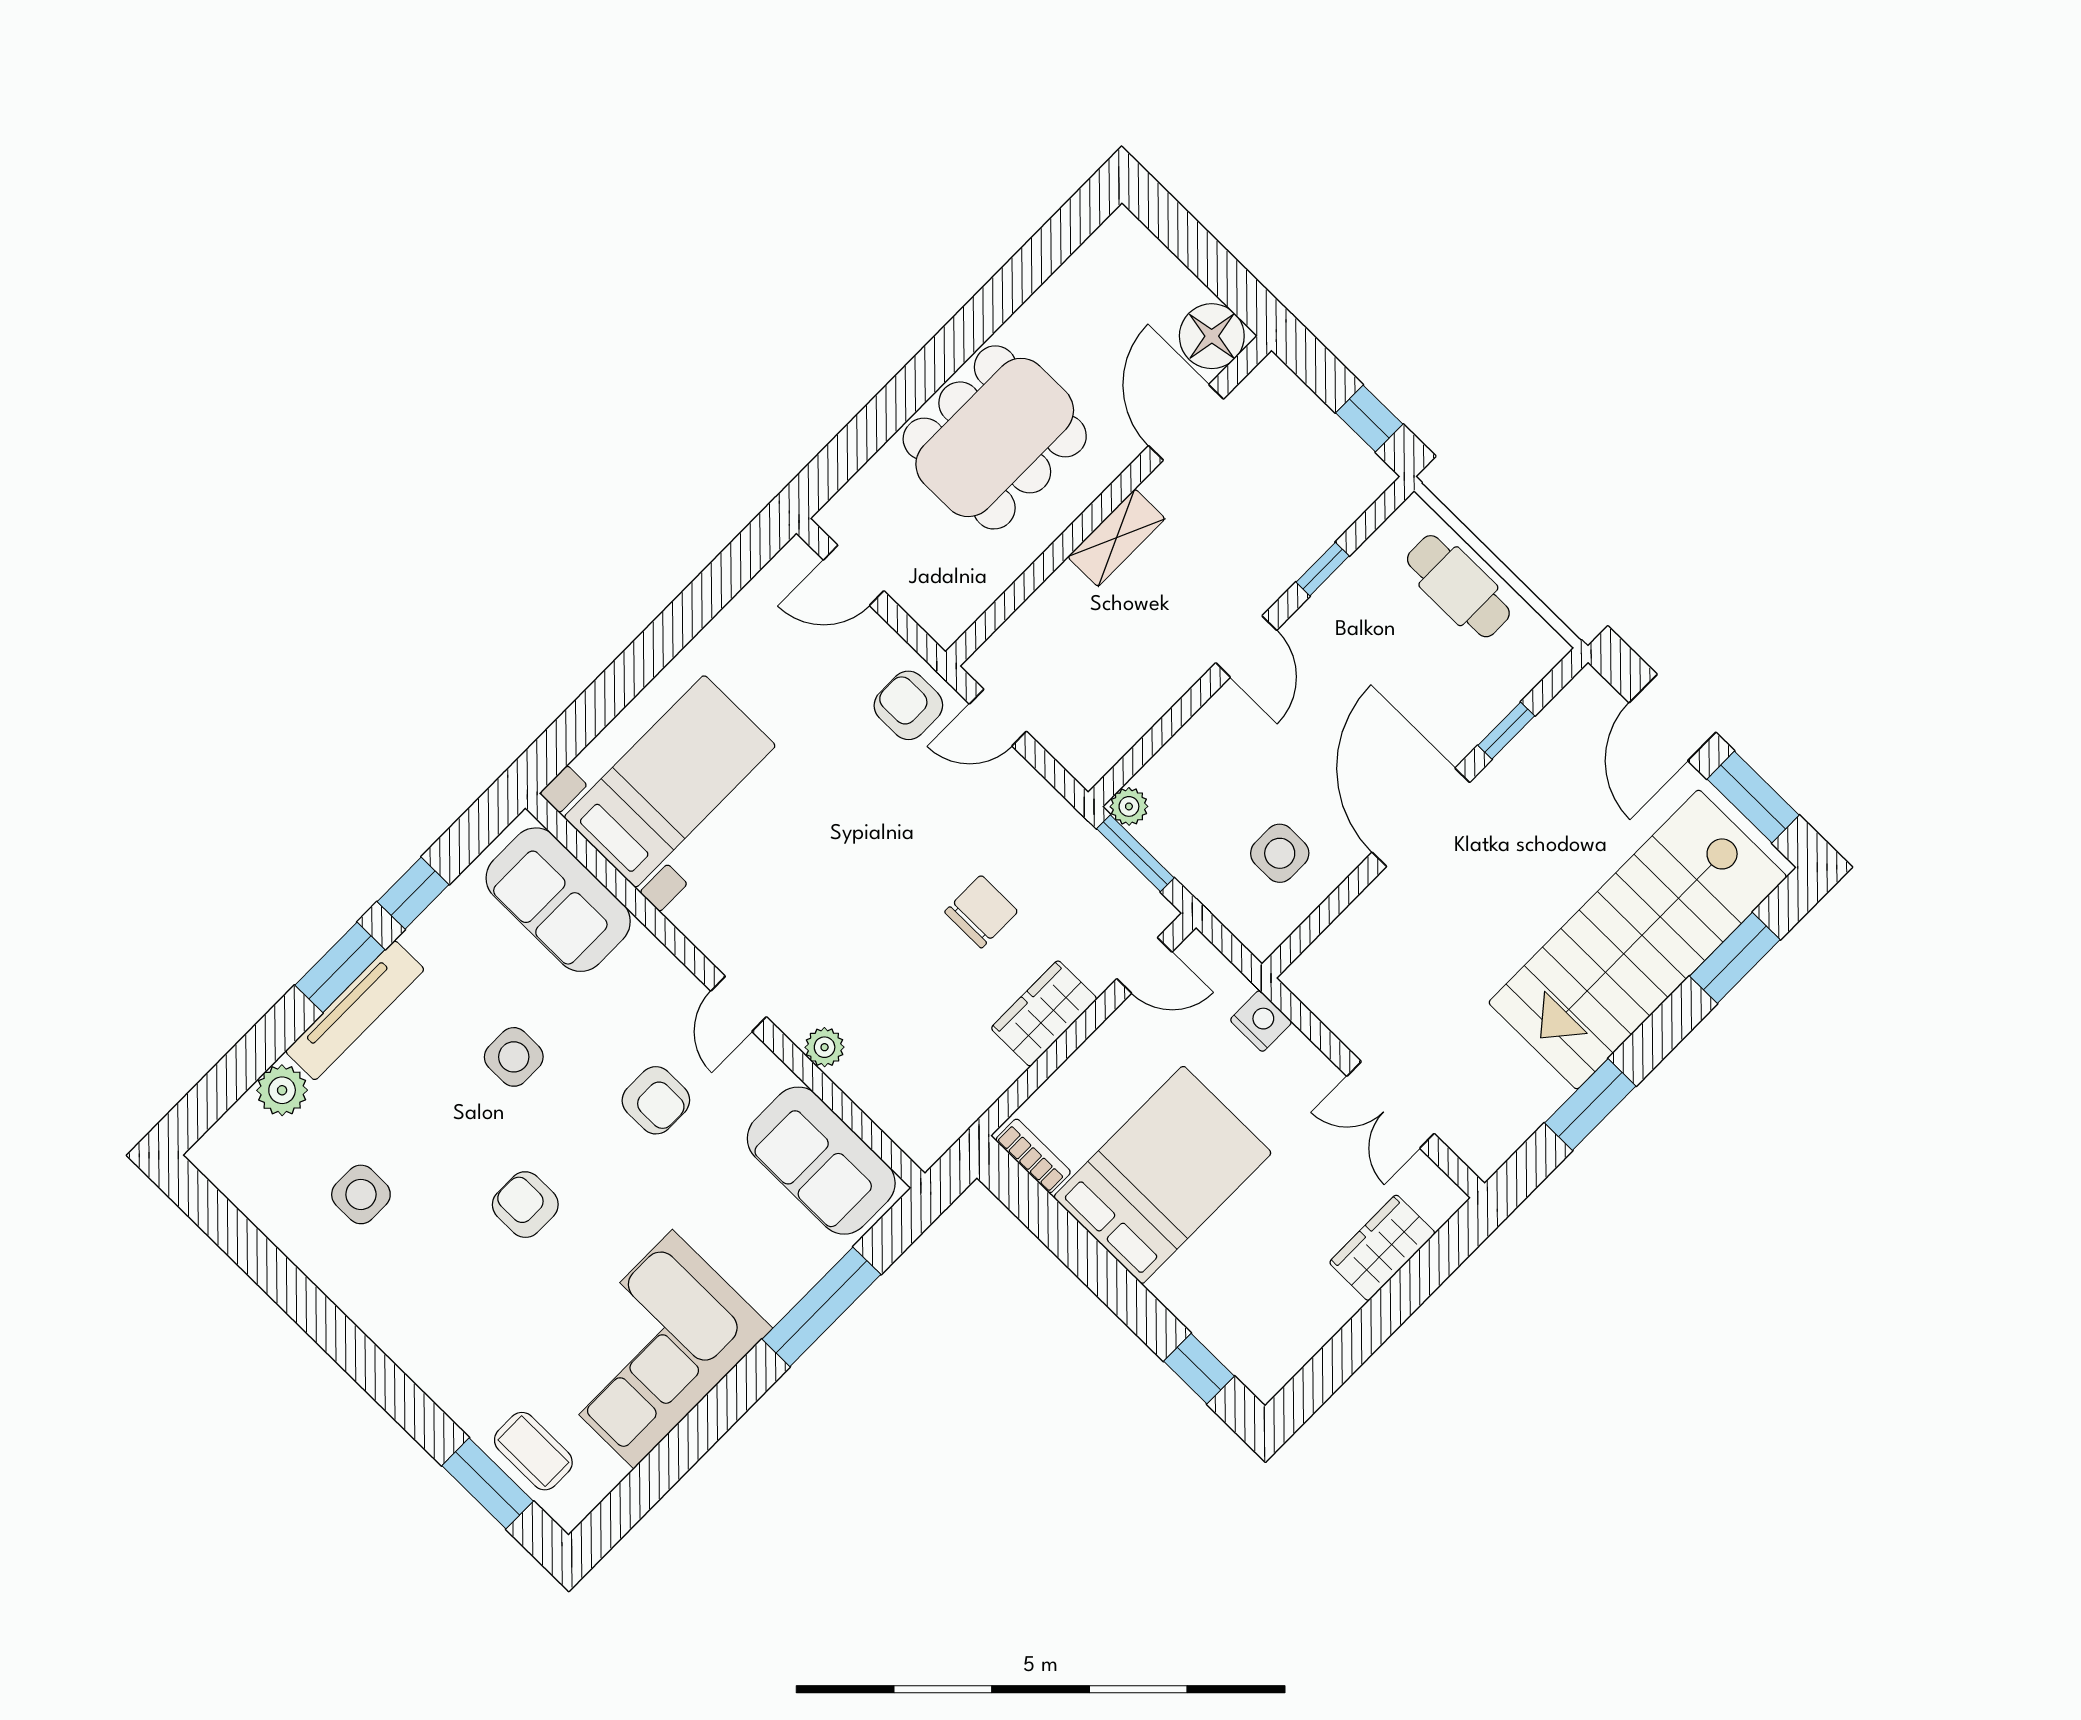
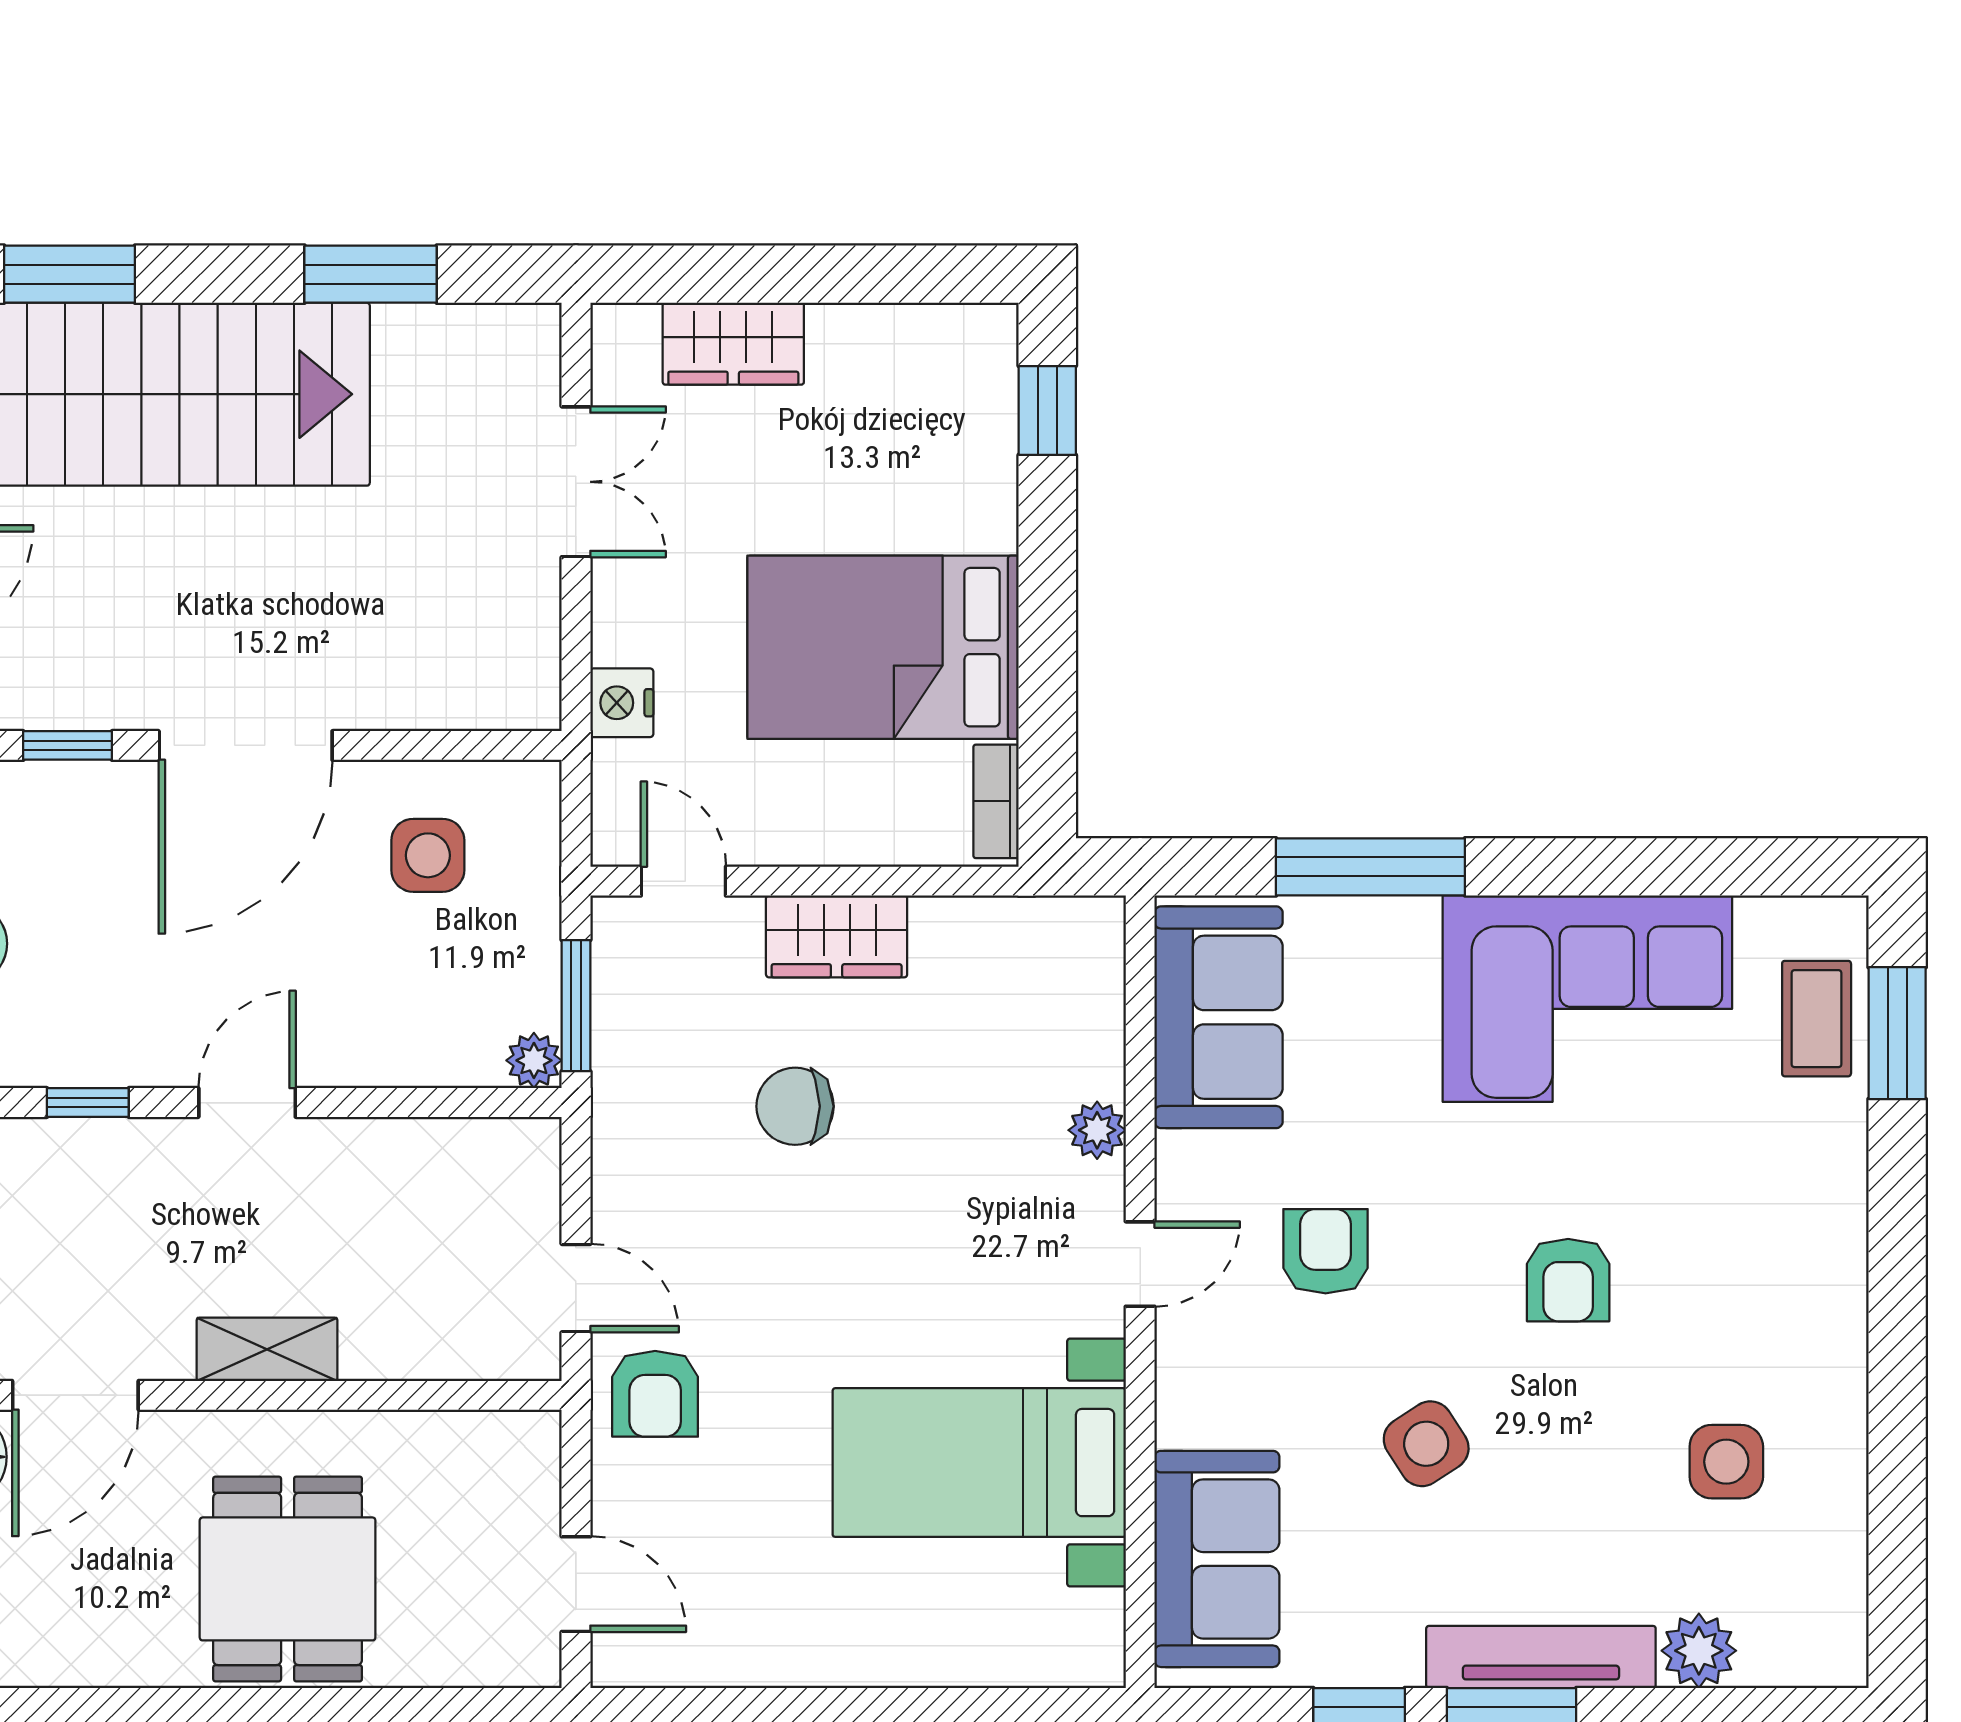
dining table: (995, 437) -> (288, 1579), width x0.73
bed with nightstands: (670, 781) -> (979, 1463), moved
side table: (514, 1057) -> (1426, 1444), turned -33

